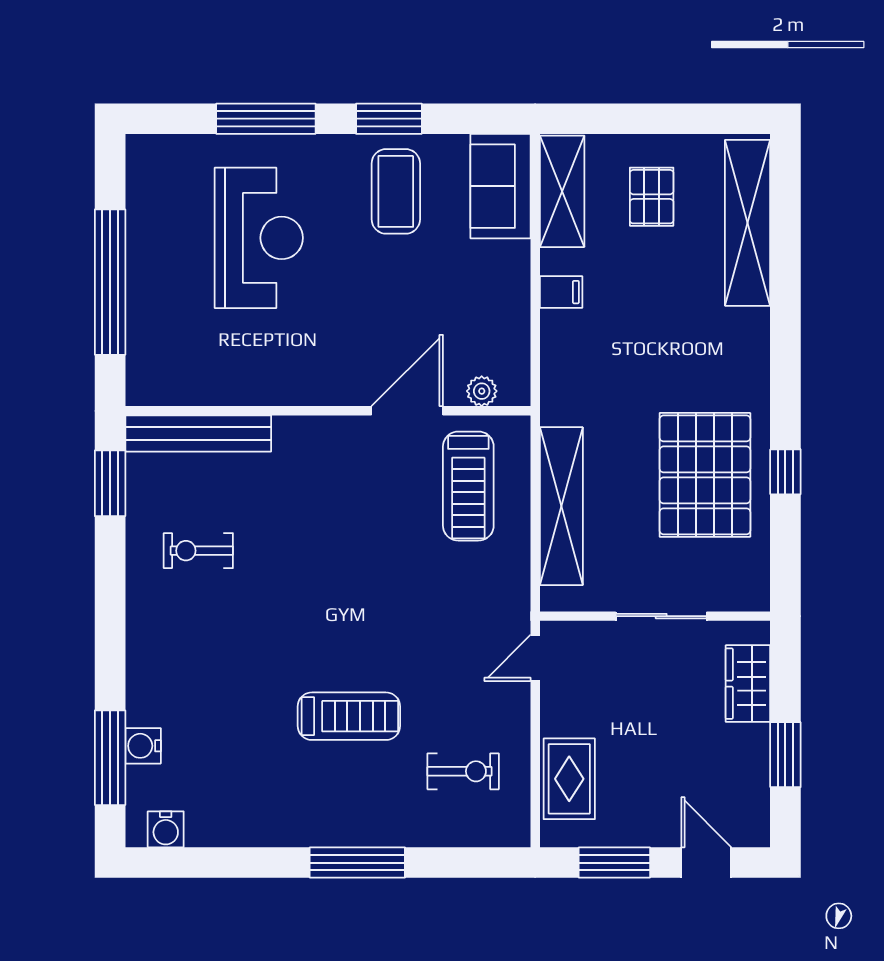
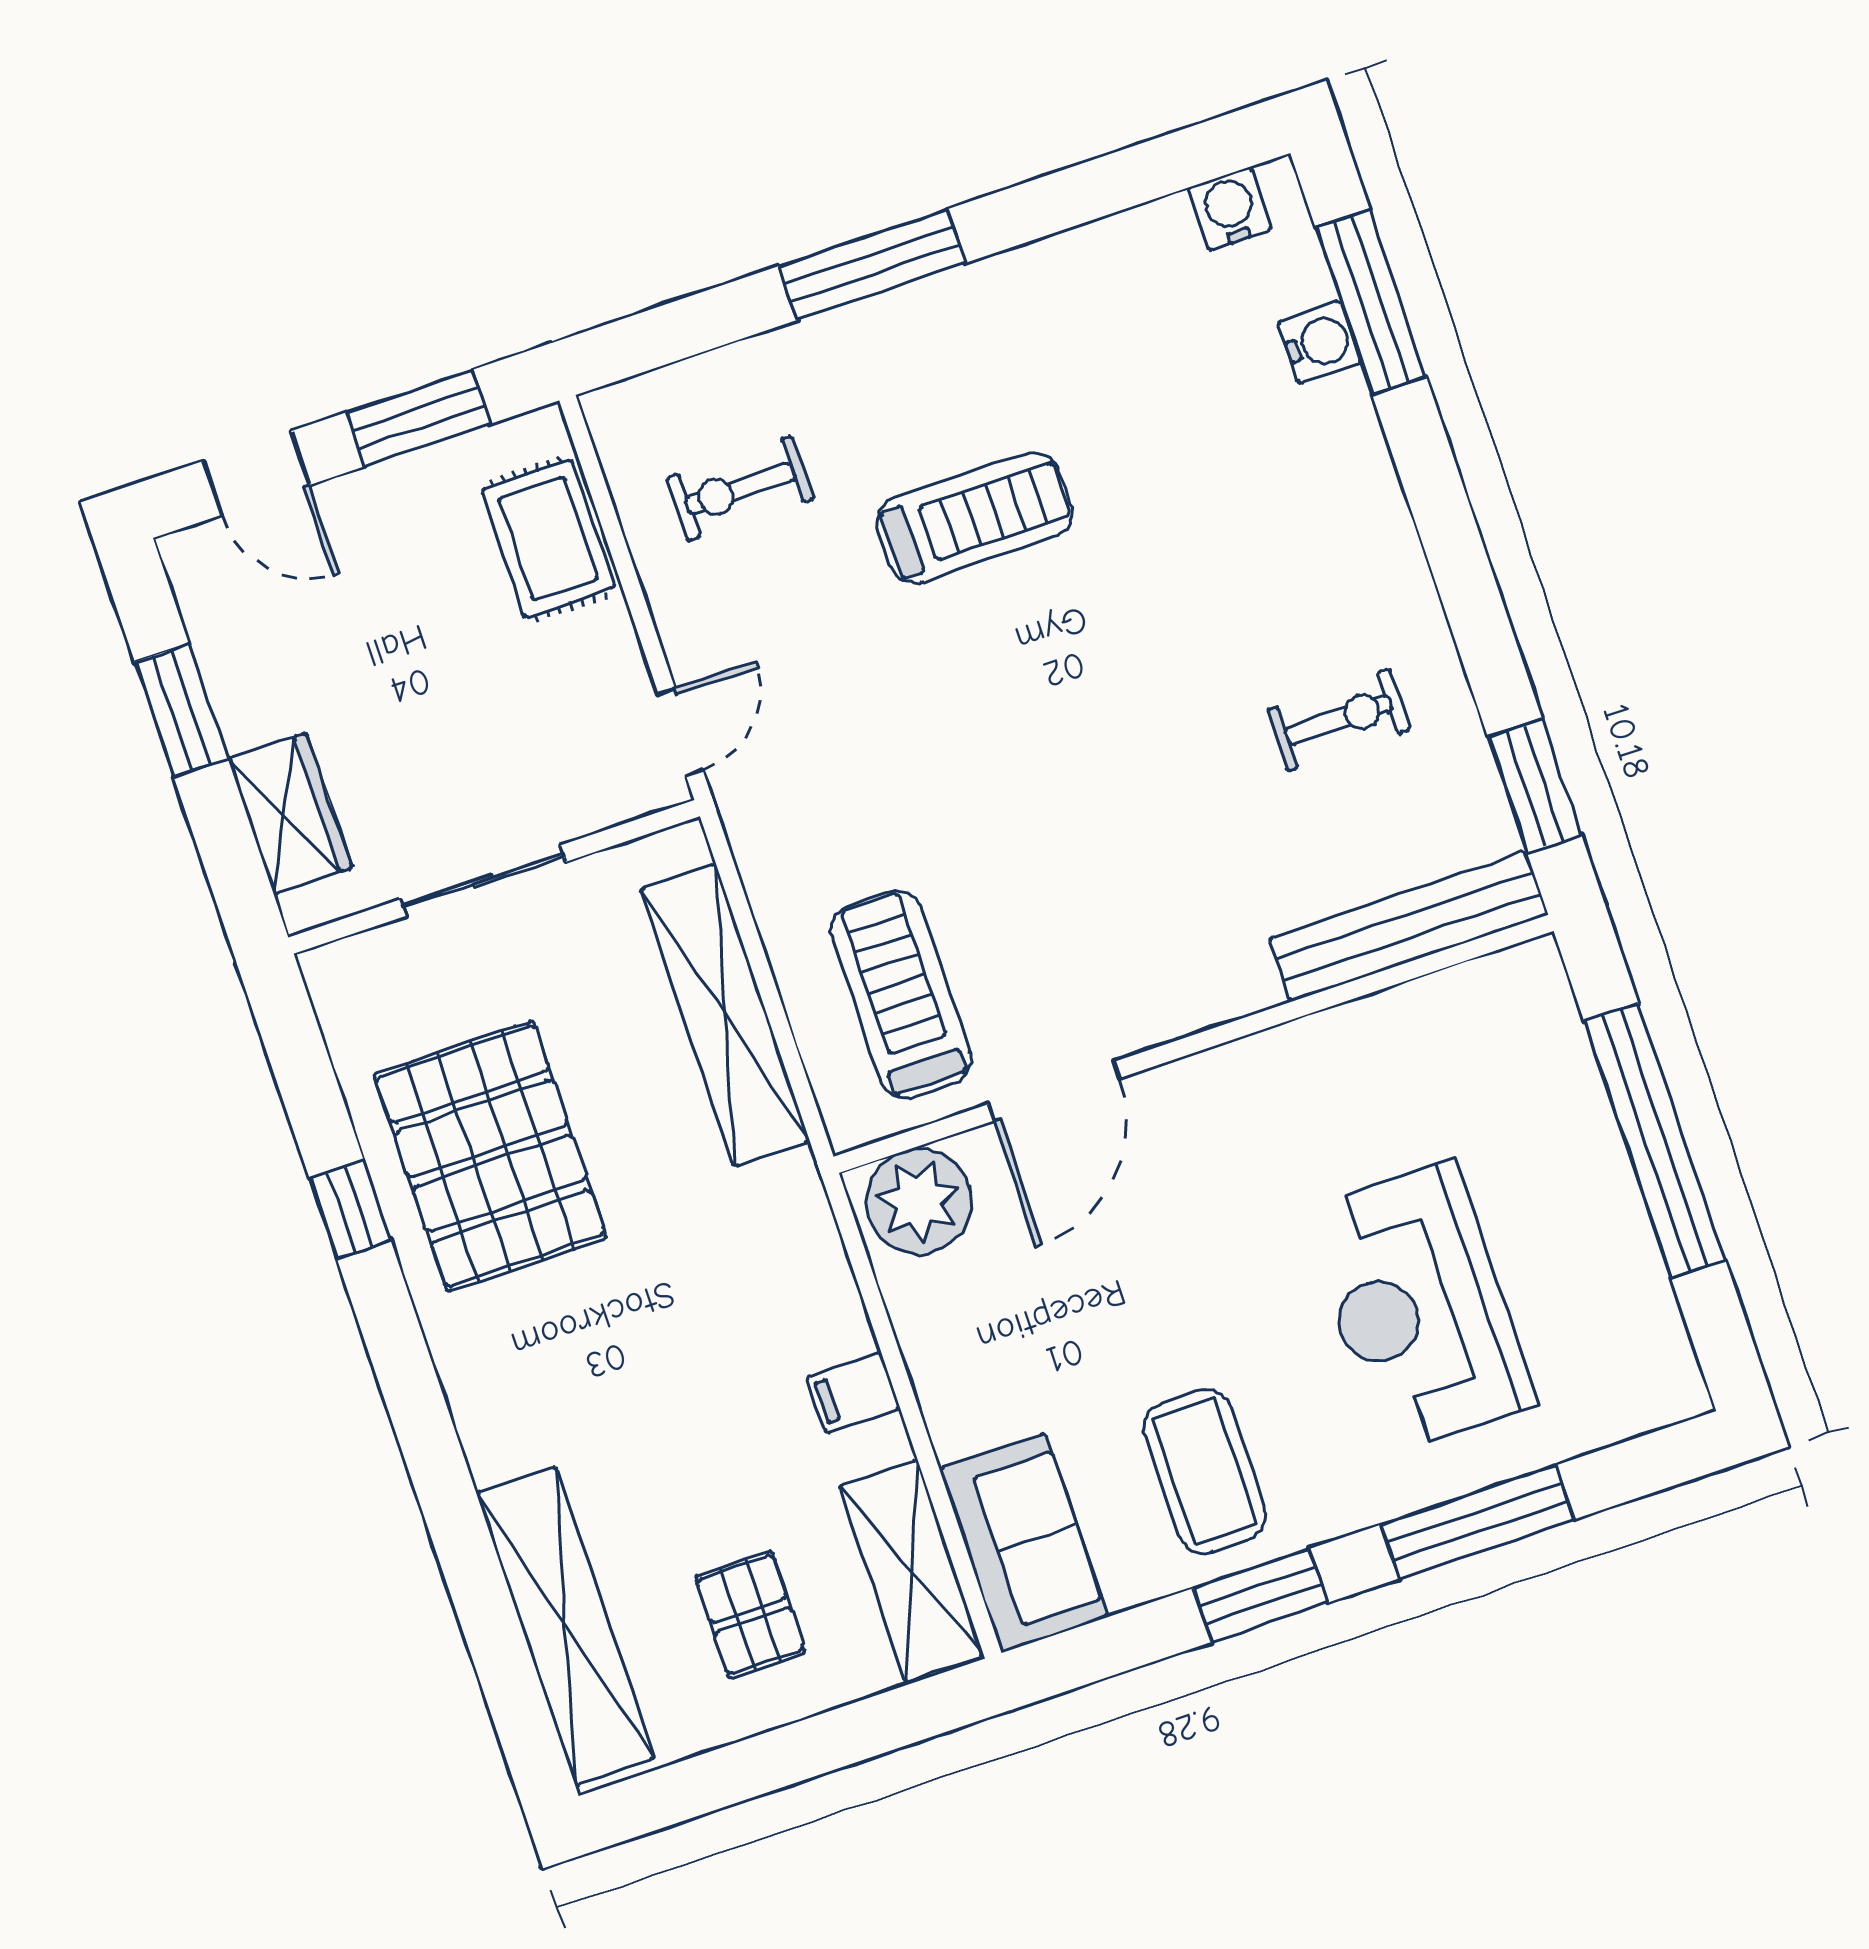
plant: (482, 391) -> (919, 1202), width x1.87, depth x1.87
treadmill: (349, 716) -> (974, 518), turned 180

